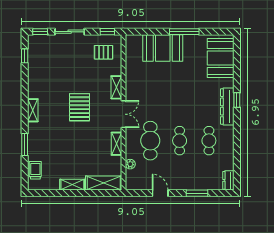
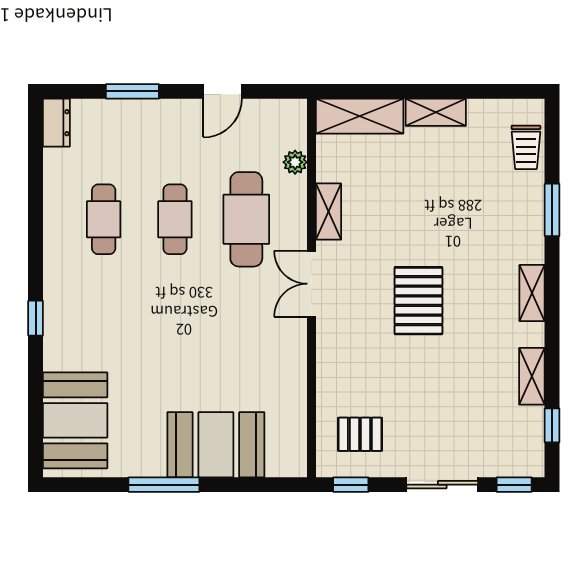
shelving: (116, 87) -> (532, 376), moved
dresser: (227, 107) -> (59, 302), removed
door: (160, 193) -> (222, 91), hinge flipped

